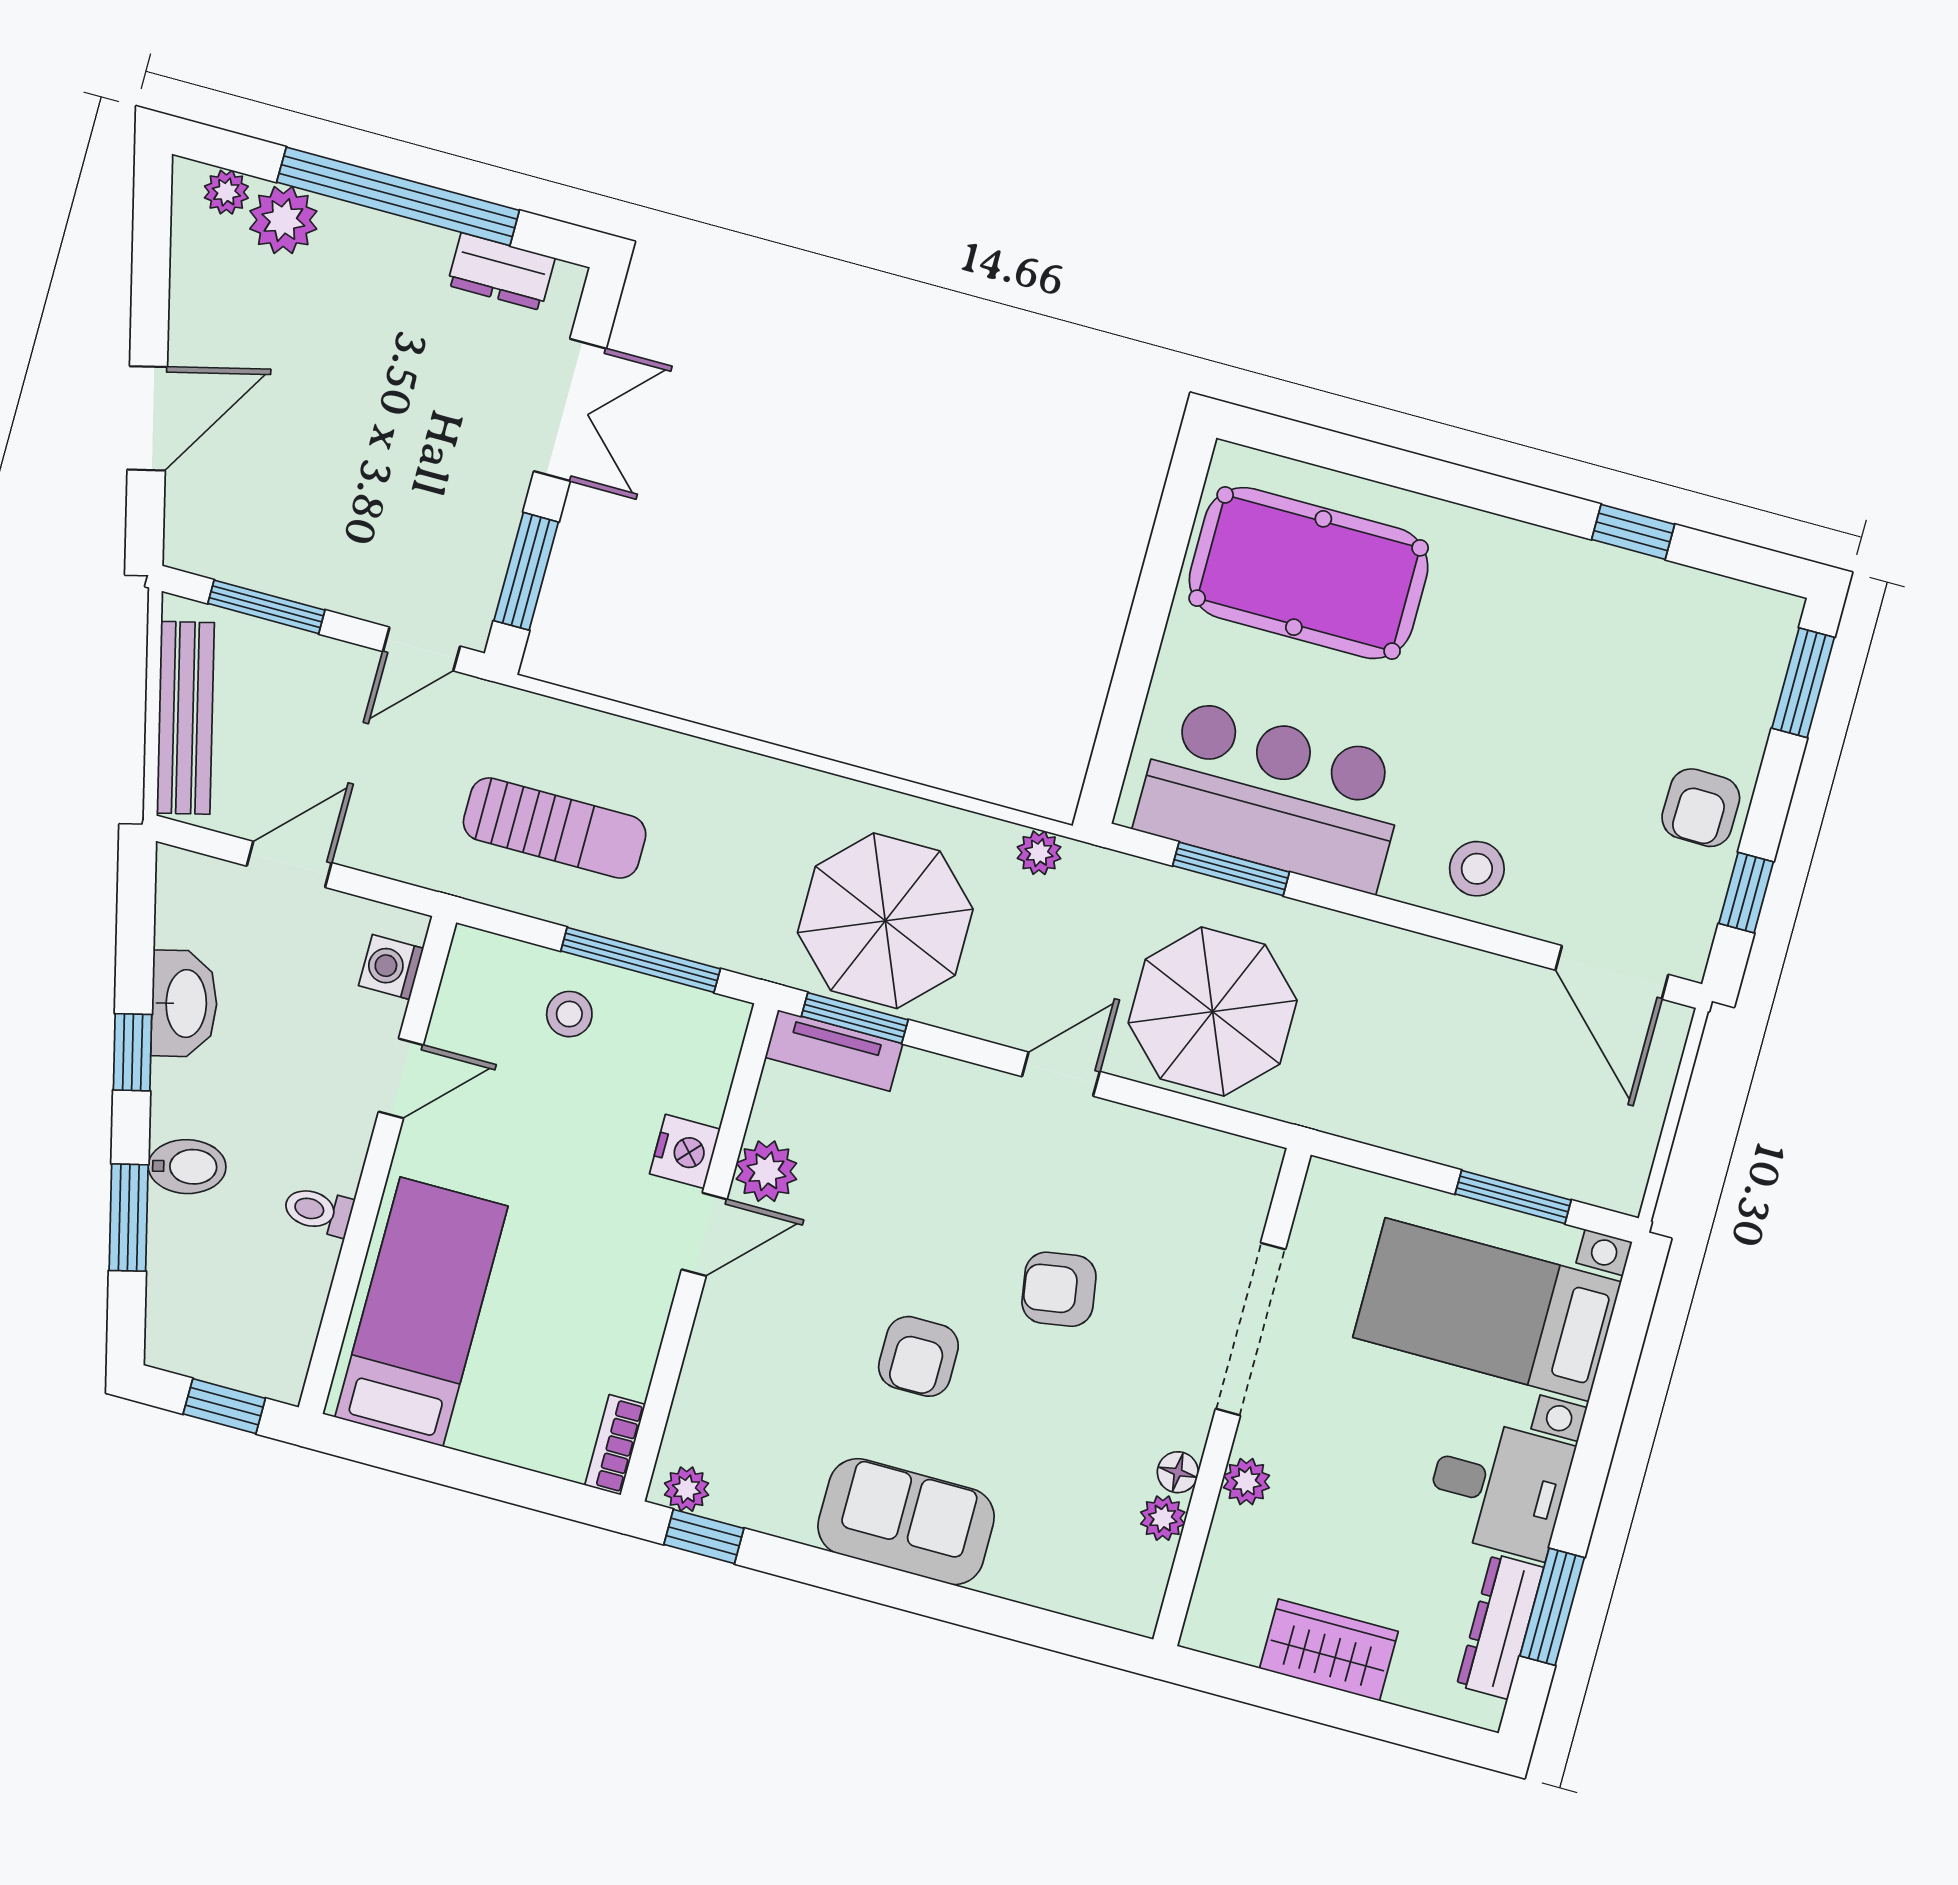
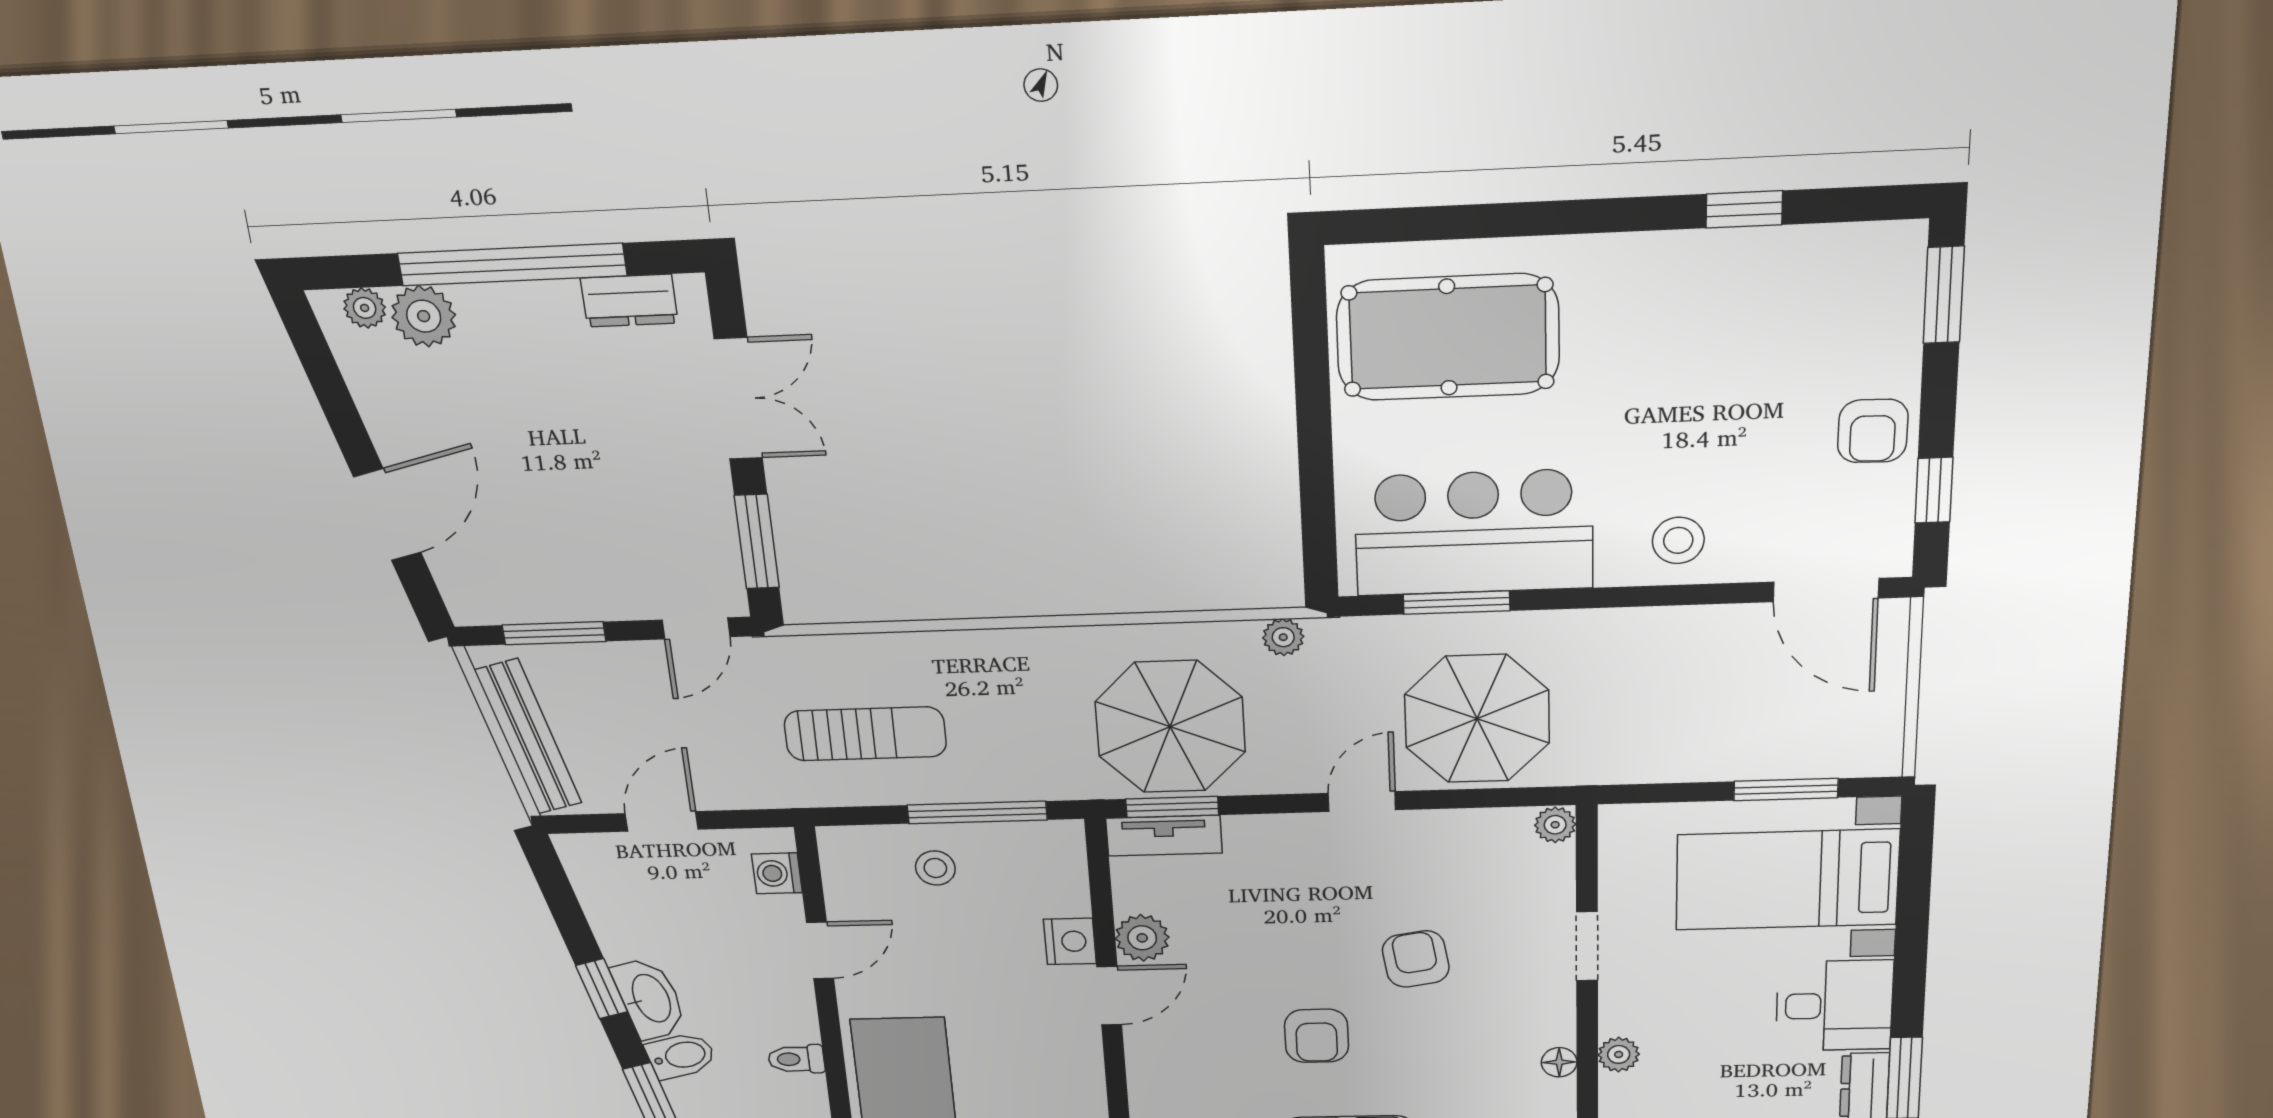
washbasin: (184, 1003) -> (650, 999), moved
armchair: (1059, 1289) -> (1416, 959), turned 90
doorway: (1250, 1329) -> (1587, 946), width x0.53
plant: (1163, 1518) -> (1555, 825), moved

